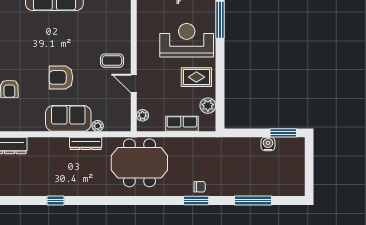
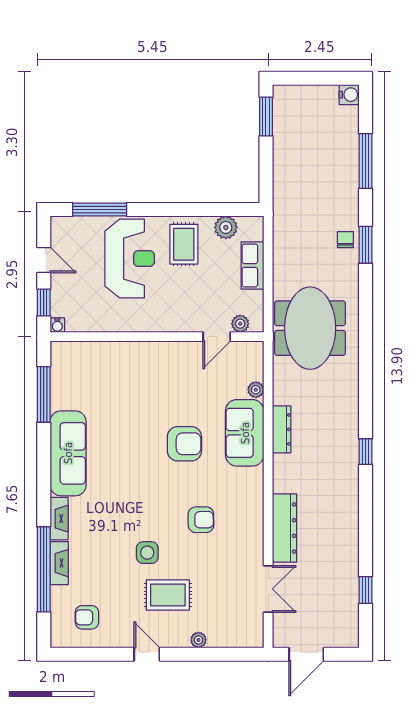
reception desk: (187, 40) -> (130, 259), turned 180
coffee table: (112, 61) -> (160, 369), removed
armchair: (61, 77) -> (184, 444), turned -90
door: (134, 84) -> (217, 337), moved
dresser: (86, 143) -> (282, 429), moved
water cooler: (268, 144) -> (349, 95), moved, turned 180

